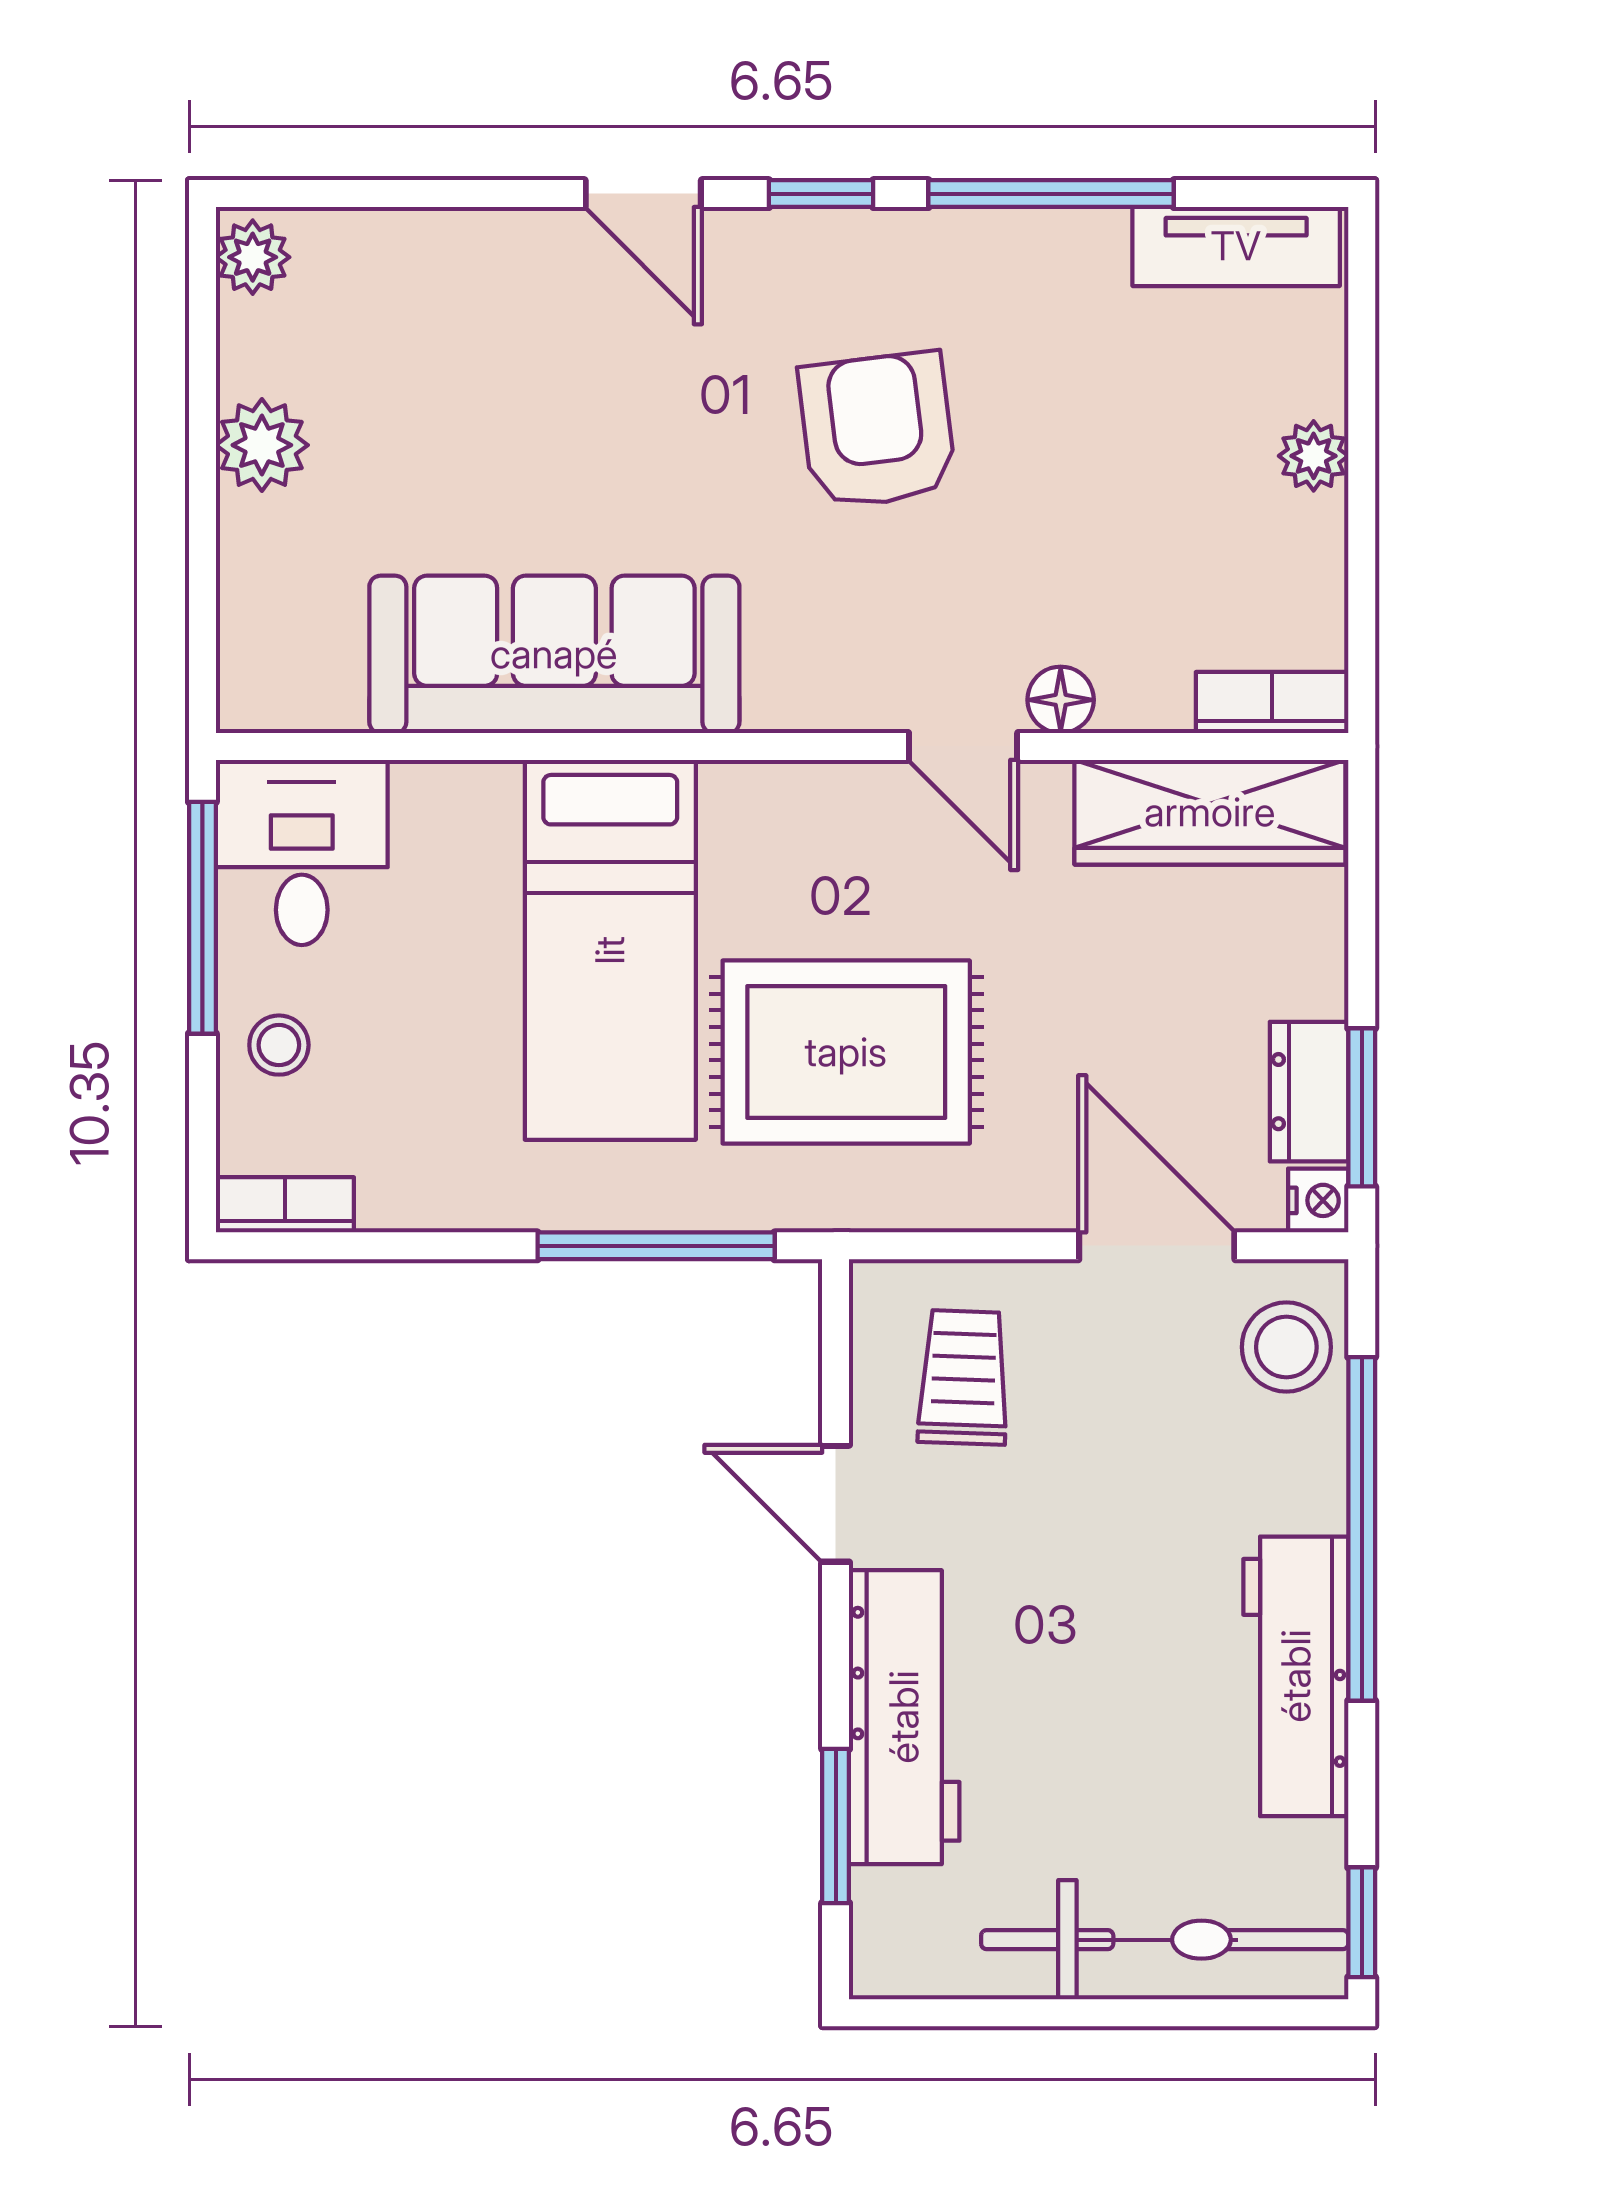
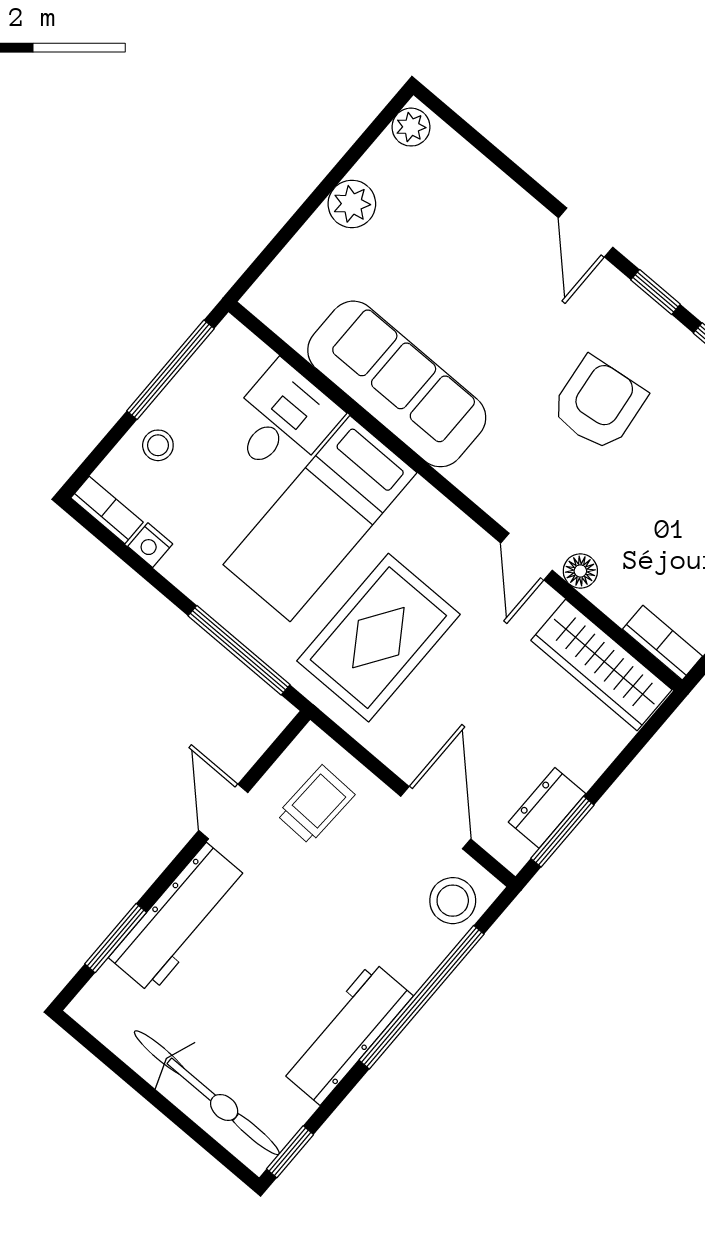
desk: (302, 852) -> (282, 421), moved
rug: (846, 1052) -> (378, 638), turned 90
nightstand: (1318, 1200) -> (150, 545), moved, turned 90

